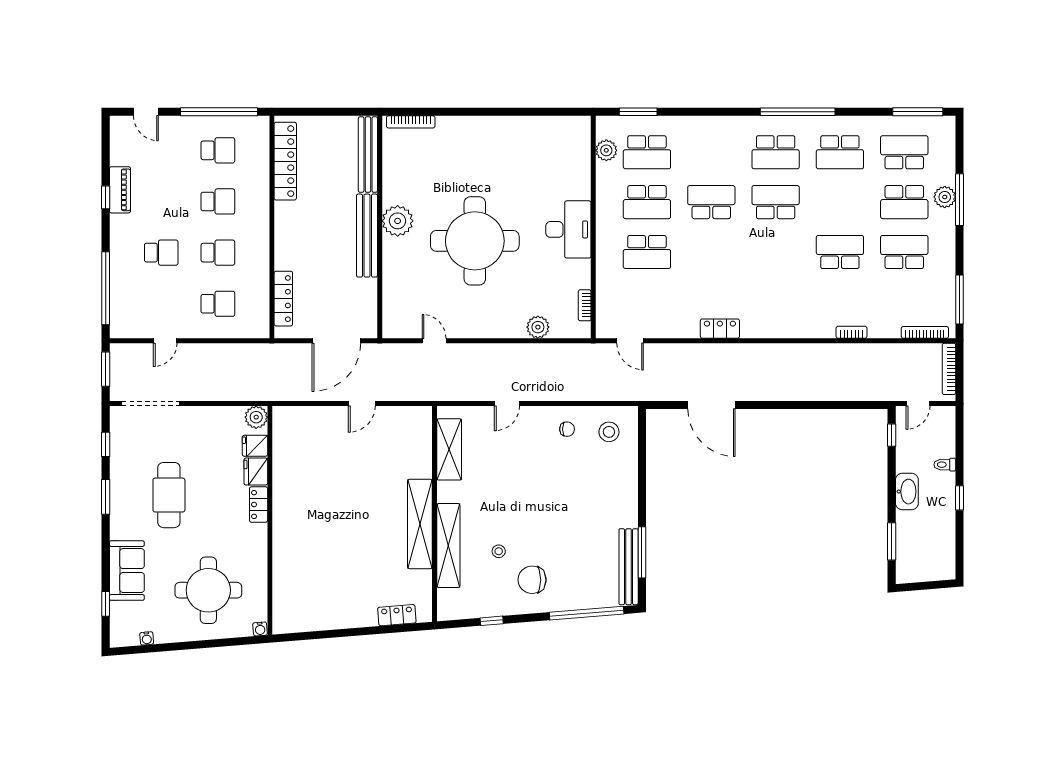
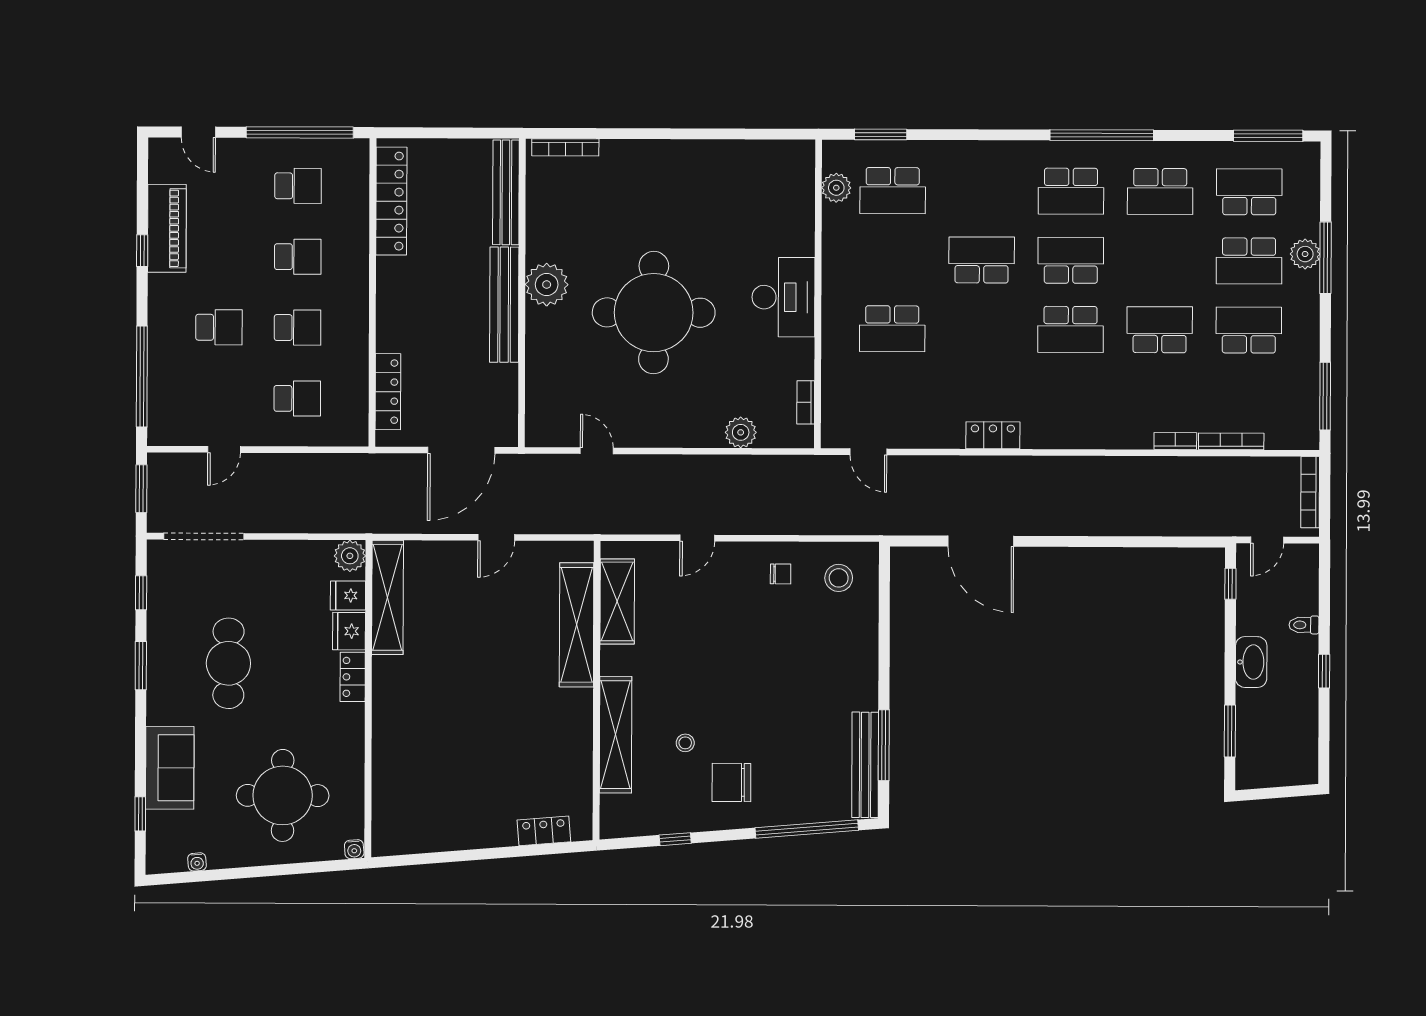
piano: (120, 190) -> (167, 228), width x1.37, depth x1.33
school desk: (647, 202) -> (1070, 329), moved
bookcase: (925, 332) -> (1231, 441), moved
shelving: (284, 447) -> (388, 597), added
shelving: (420, 524) -> (577, 625), moved

